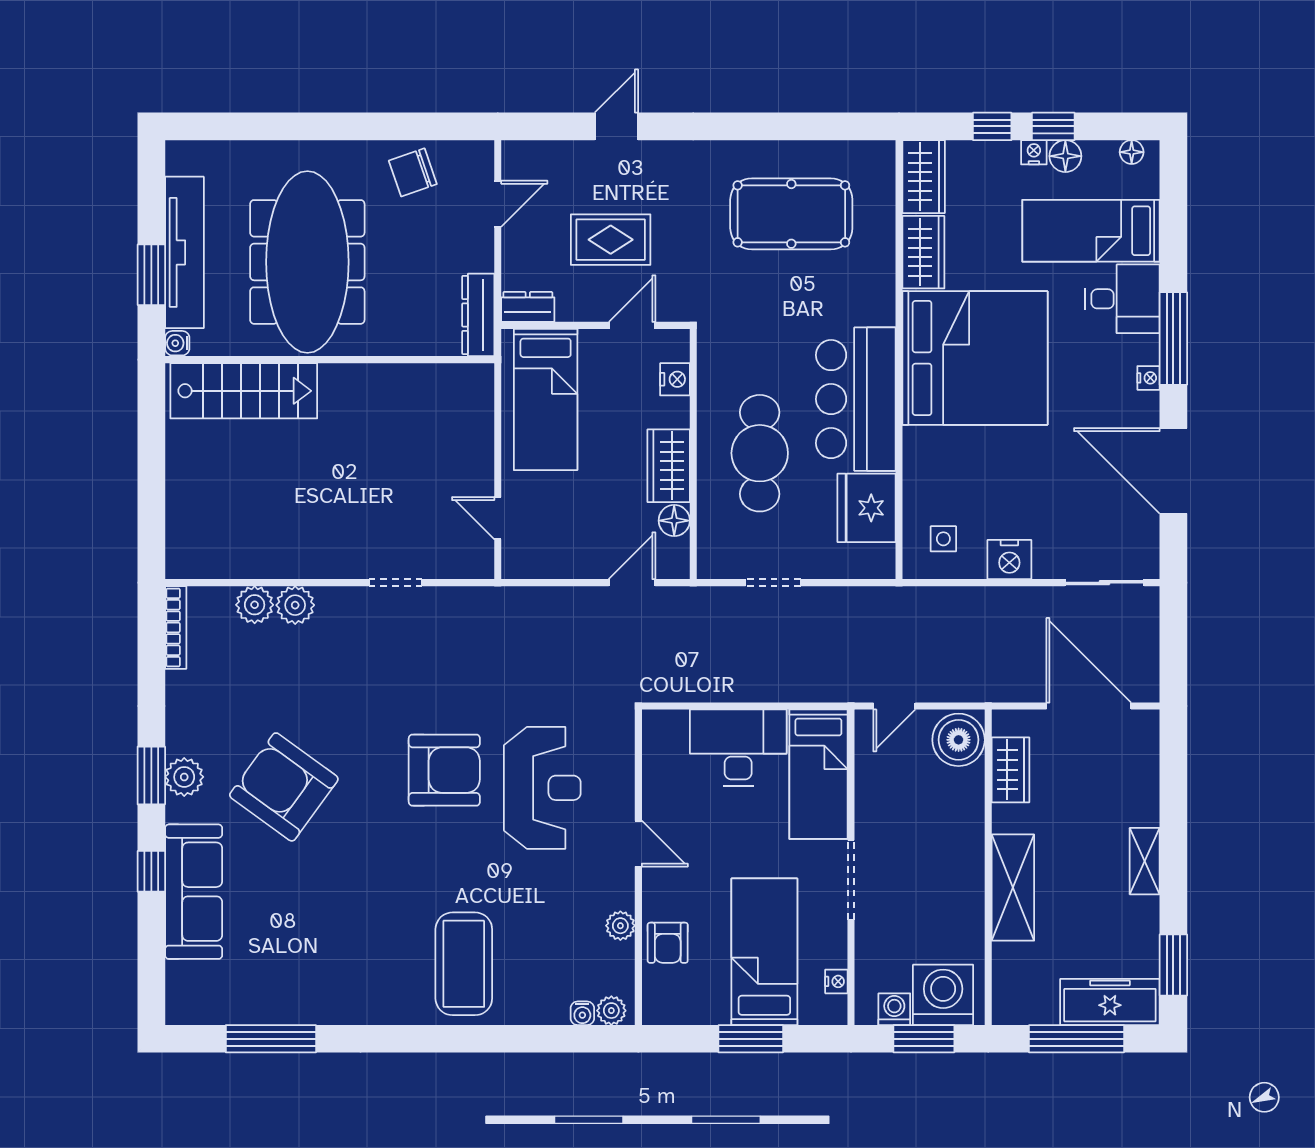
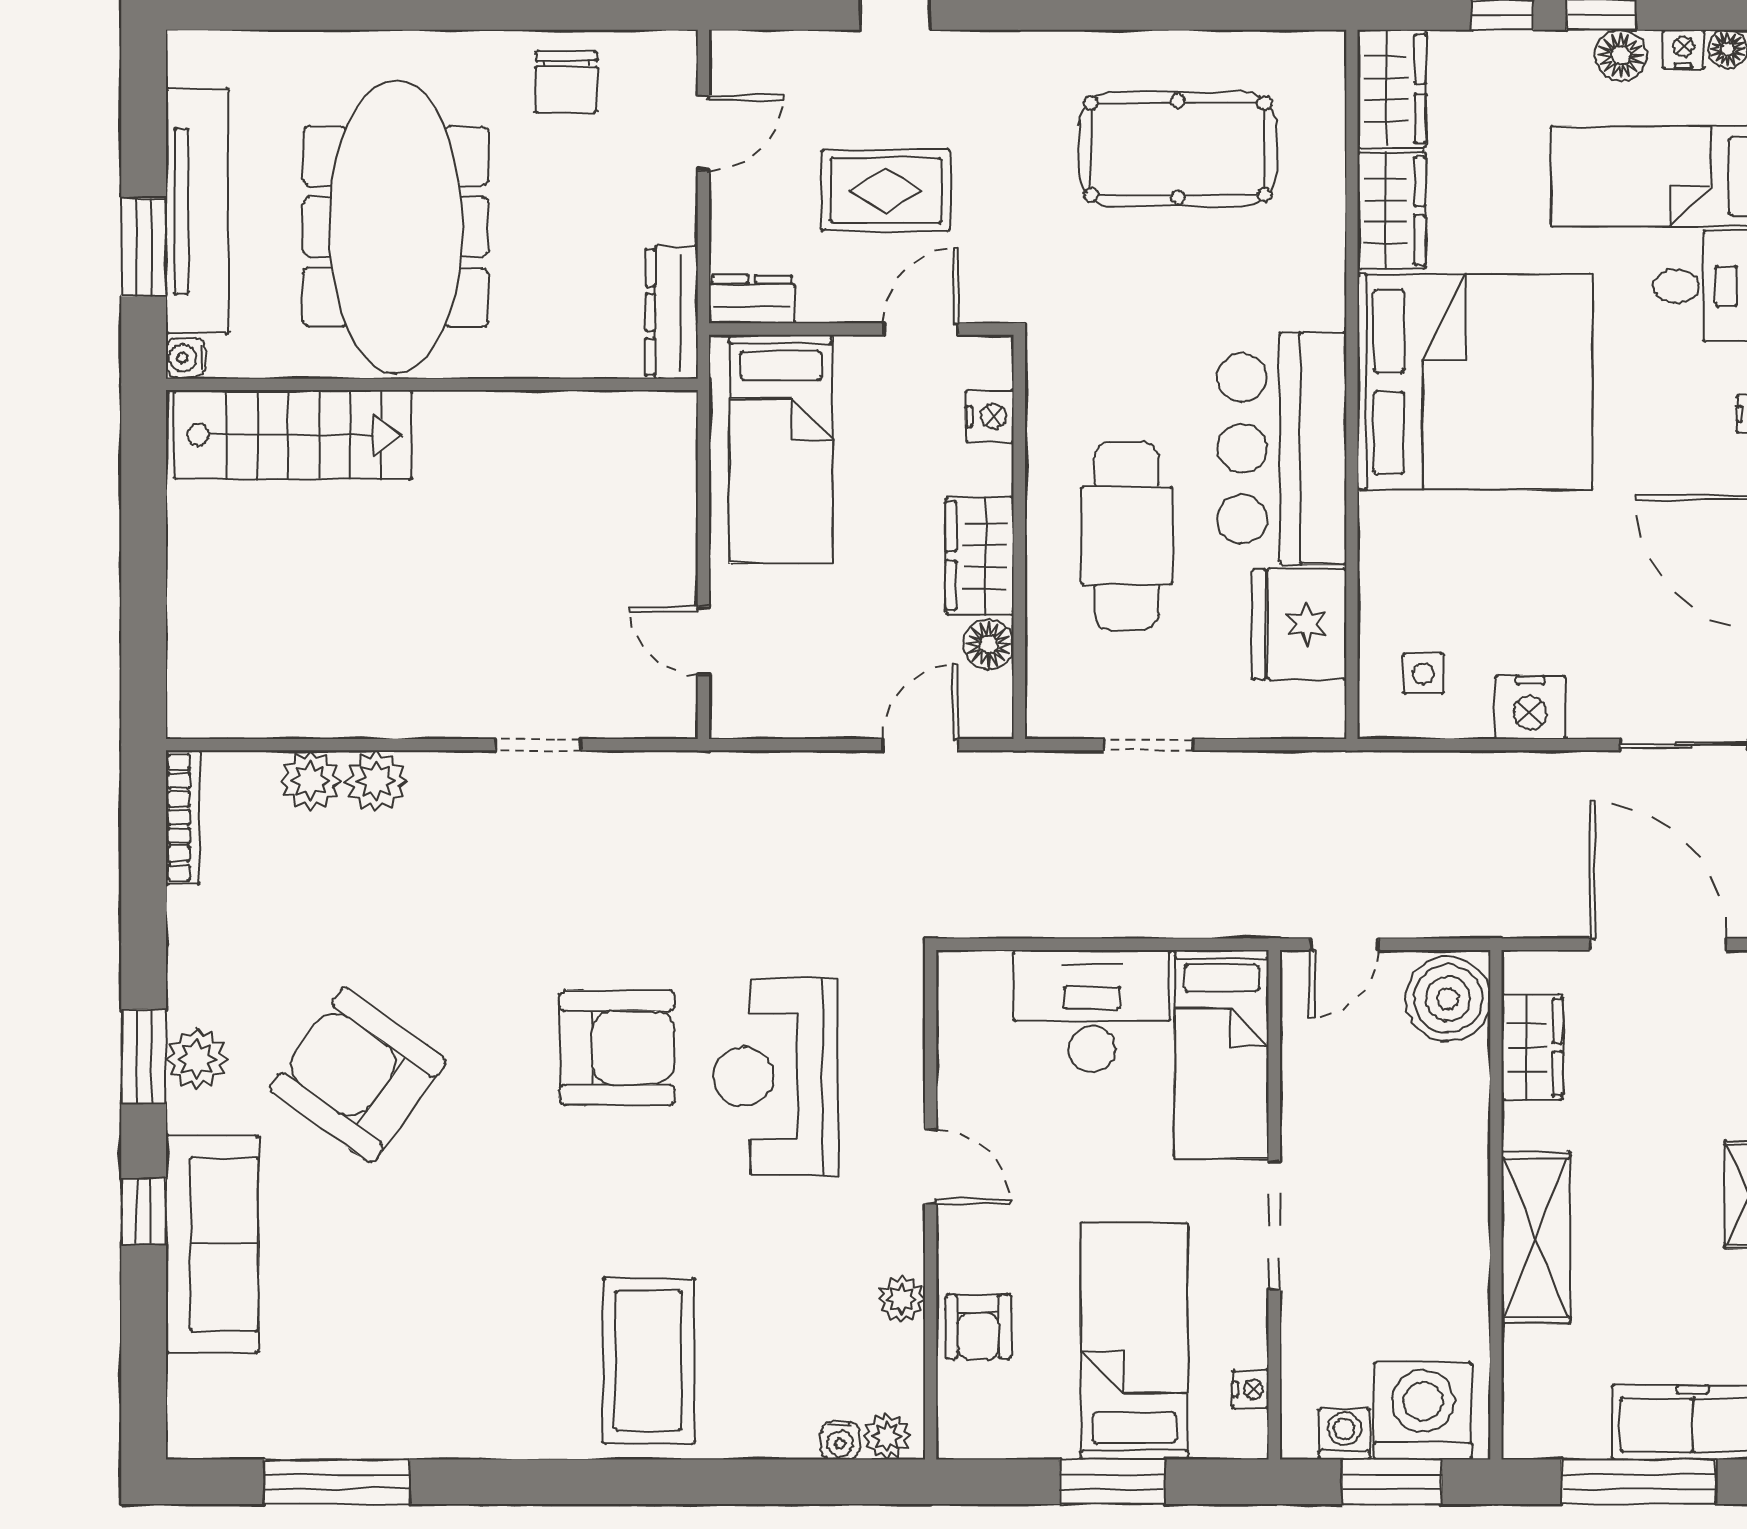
nightstand: (1034, 152) -> (1683, 49), moved
chair: (413, 172) -> (566, 82), turned -71
reception desk: (542, 788) -> (775, 1076), turned 180

